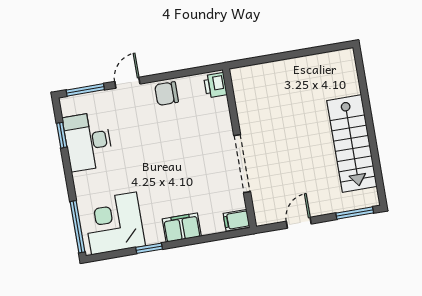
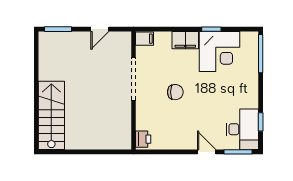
door: (127, 83) -> (207, 152), swing flipped
chair: (167, 94) -> (175, 92), moved
desk: (88, 141) -> (242, 129), moved
stairs: (352, 143) -> (51, 115), moved
corner desk: (114, 223) -> (220, 52), moved

